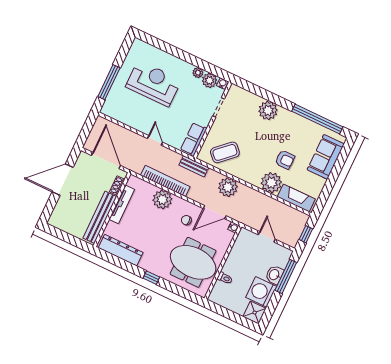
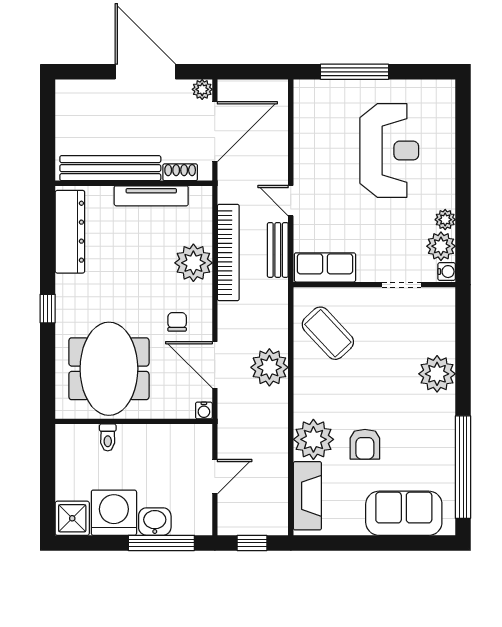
door: (155, 140) -> (291, 201), swing flipped
plant: (84, 157) -> (202, 89), added
bench: (194, 166) -> (278, 250), moved

